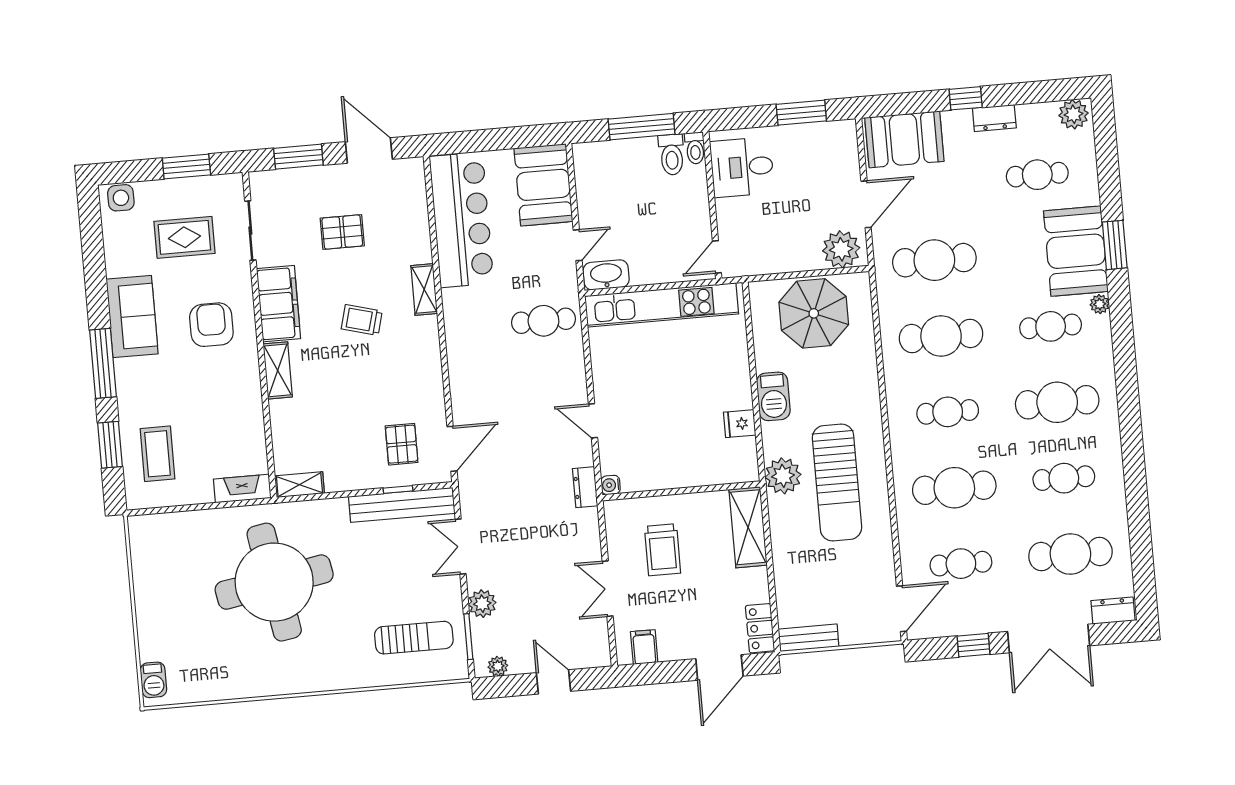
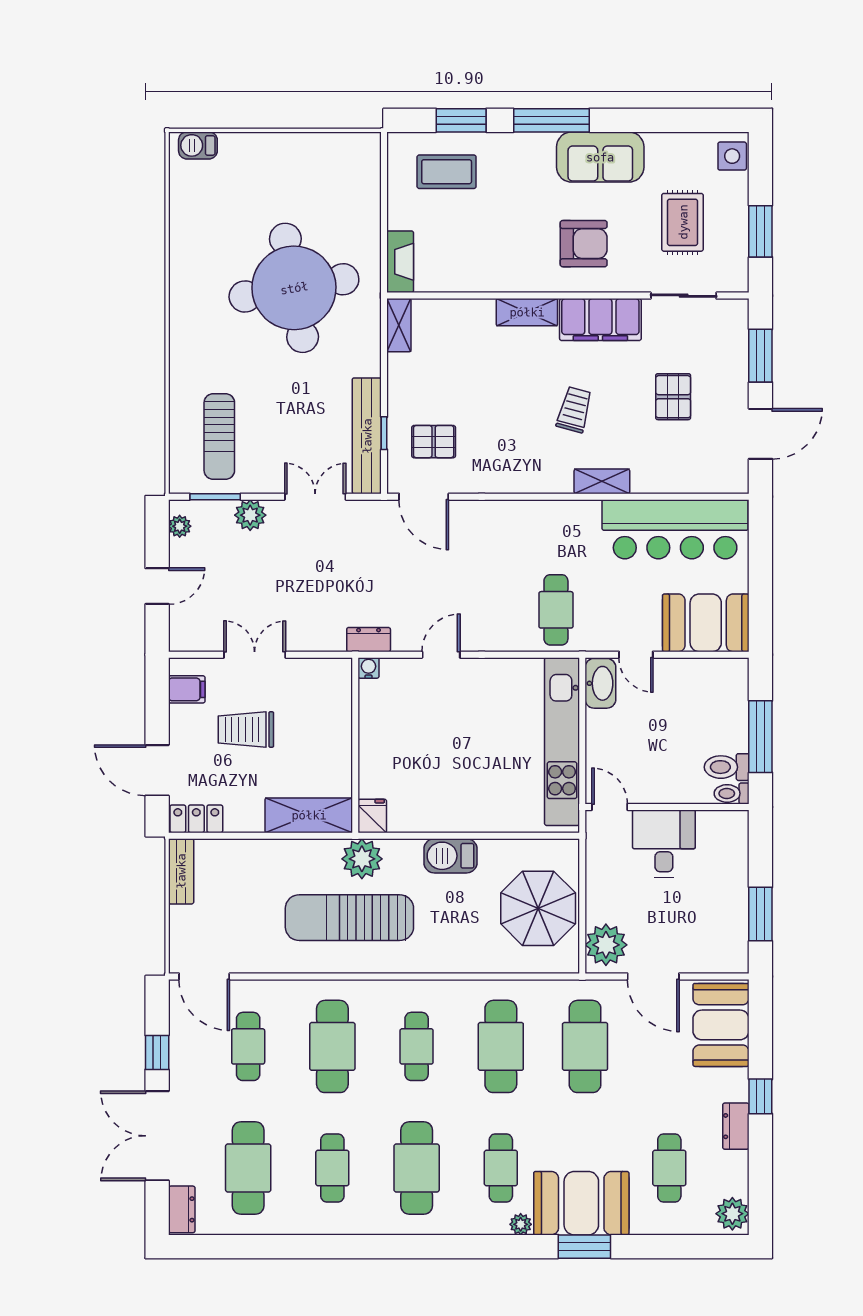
desk: (742, 167) -> (664, 844), moved
fridge: (740, 424) -> (372, 816), moved
trolley: (663, 550) -> (246, 729), moved

